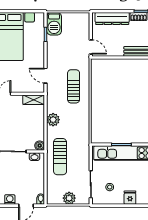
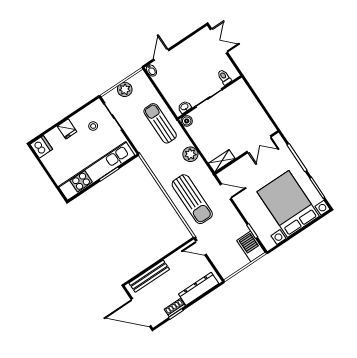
sun lounger: (74, 86) -> (192, 199), width x1.36, depth x1.34
washing machine: (10, 200) -> (181, 50), removed

